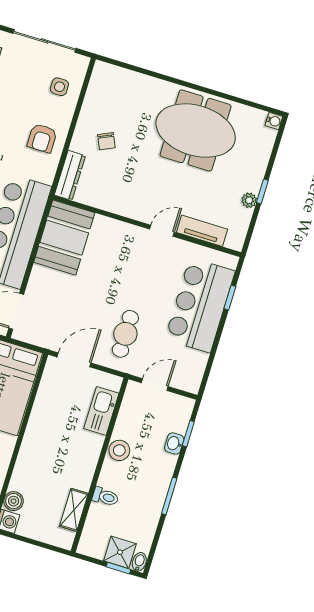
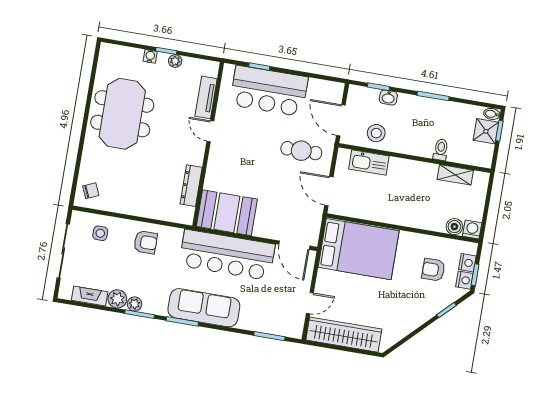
water cooler: (274, 121) -> (150, 56), moved
chair: (106, 141) -> (91, 191), moved
dresser: (70, 175) -> (191, 186), moved, turned -90
door: (155, 385) -> (341, 120), width x1.38
stool: (119, 450) -> (376, 133), moved

